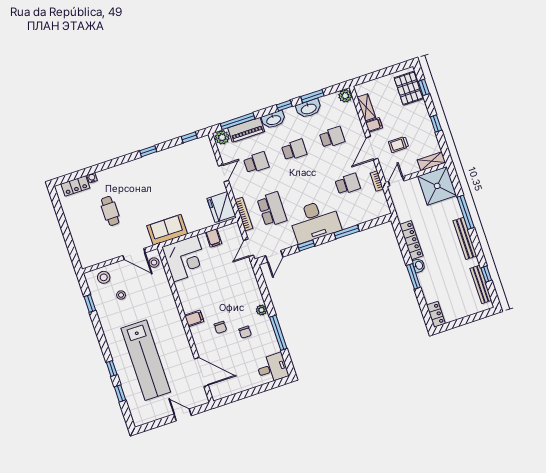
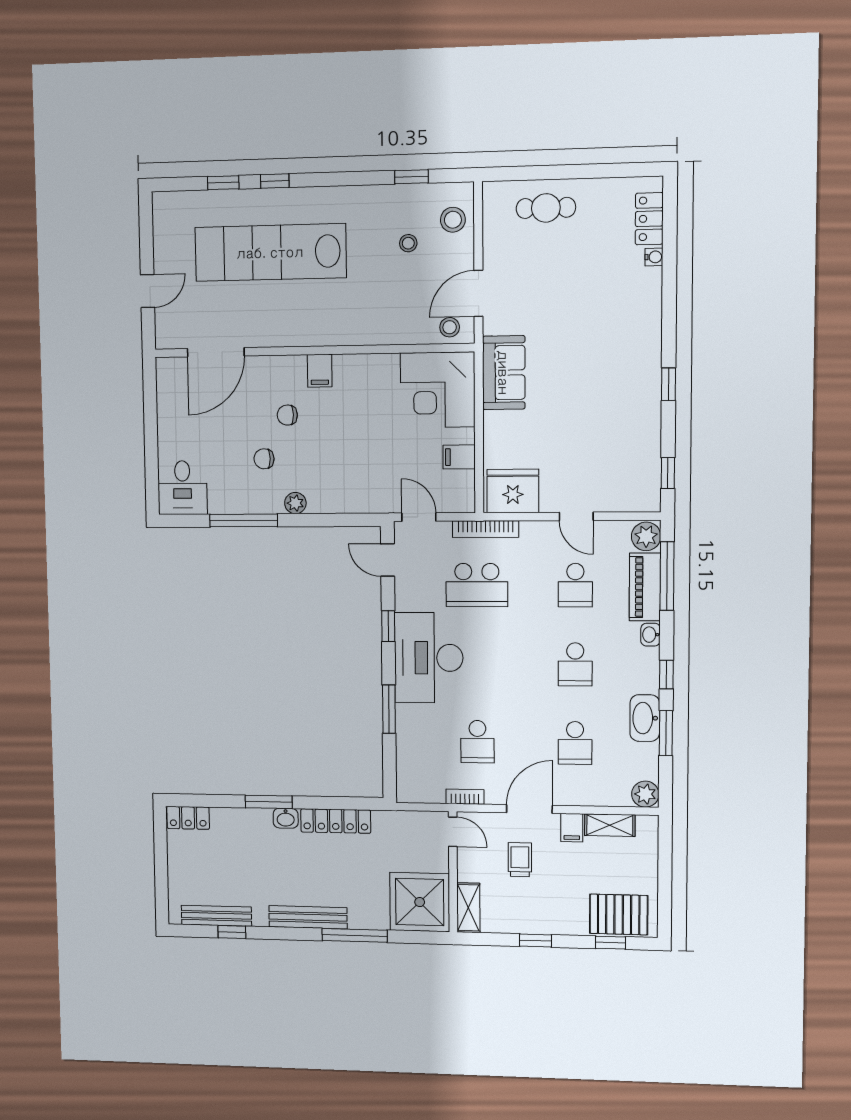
washbasin: (274, 120) -> (650, 635), width x0.52, depth x0.69
door: (372, 148) -> (529, 809), hinge flipped
cafe table: (110, 211) -> (546, 208), moved

